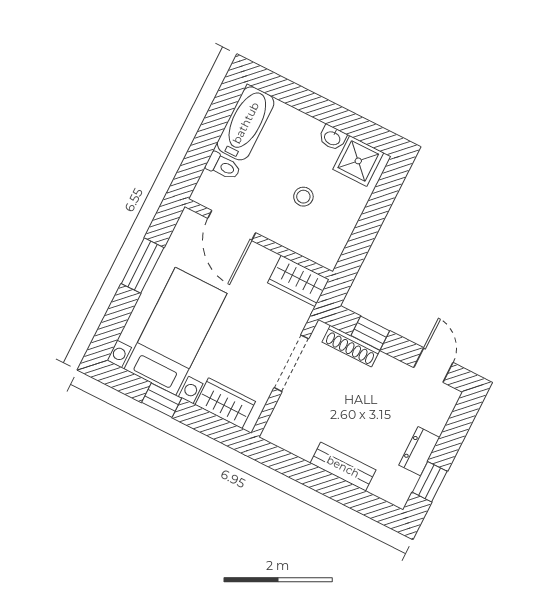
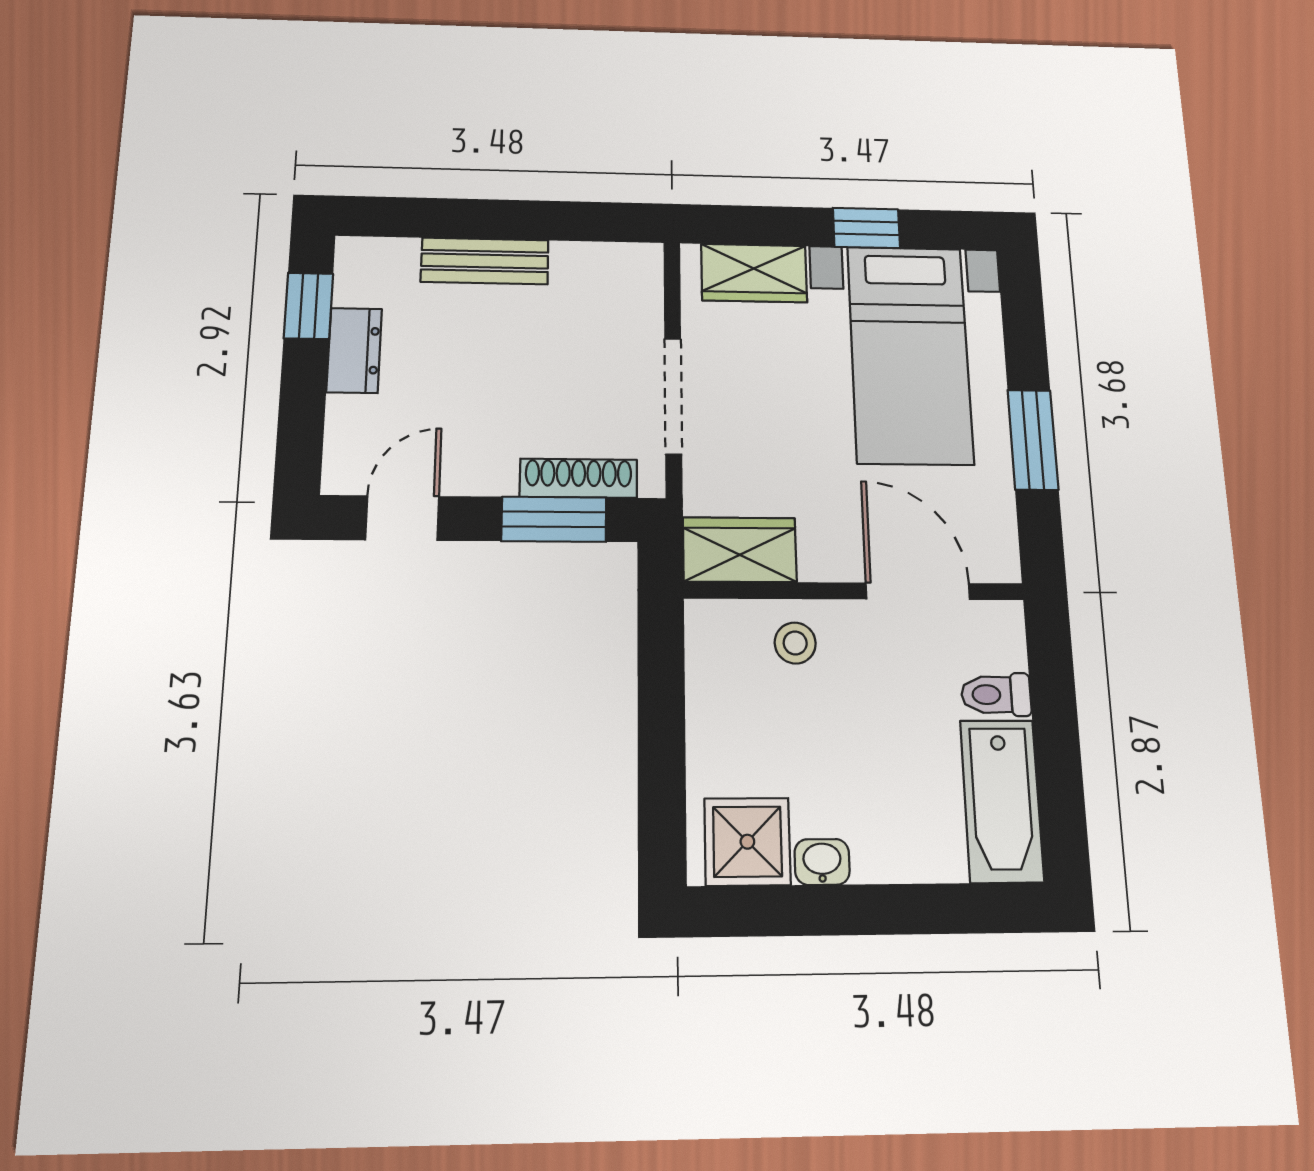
stool: (303, 197) -> (795, 643), moved
window: (370, 333) -> (554, 519), width x1.50
door: (433, 365) -> (402, 518), swing flipped

